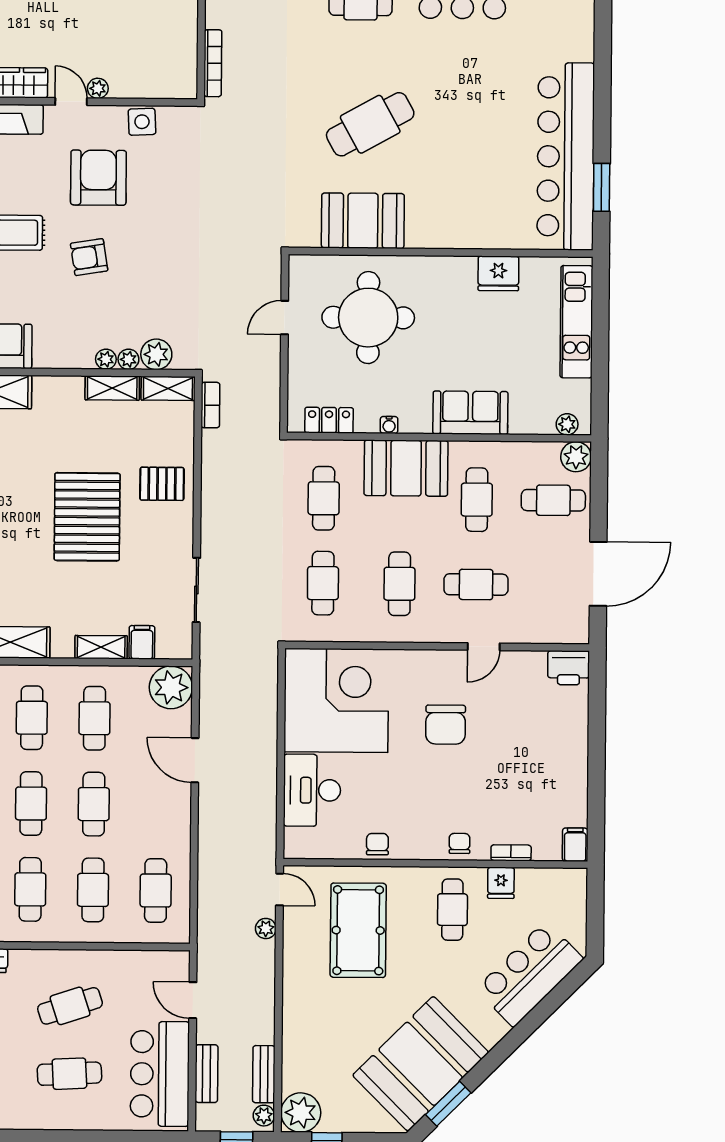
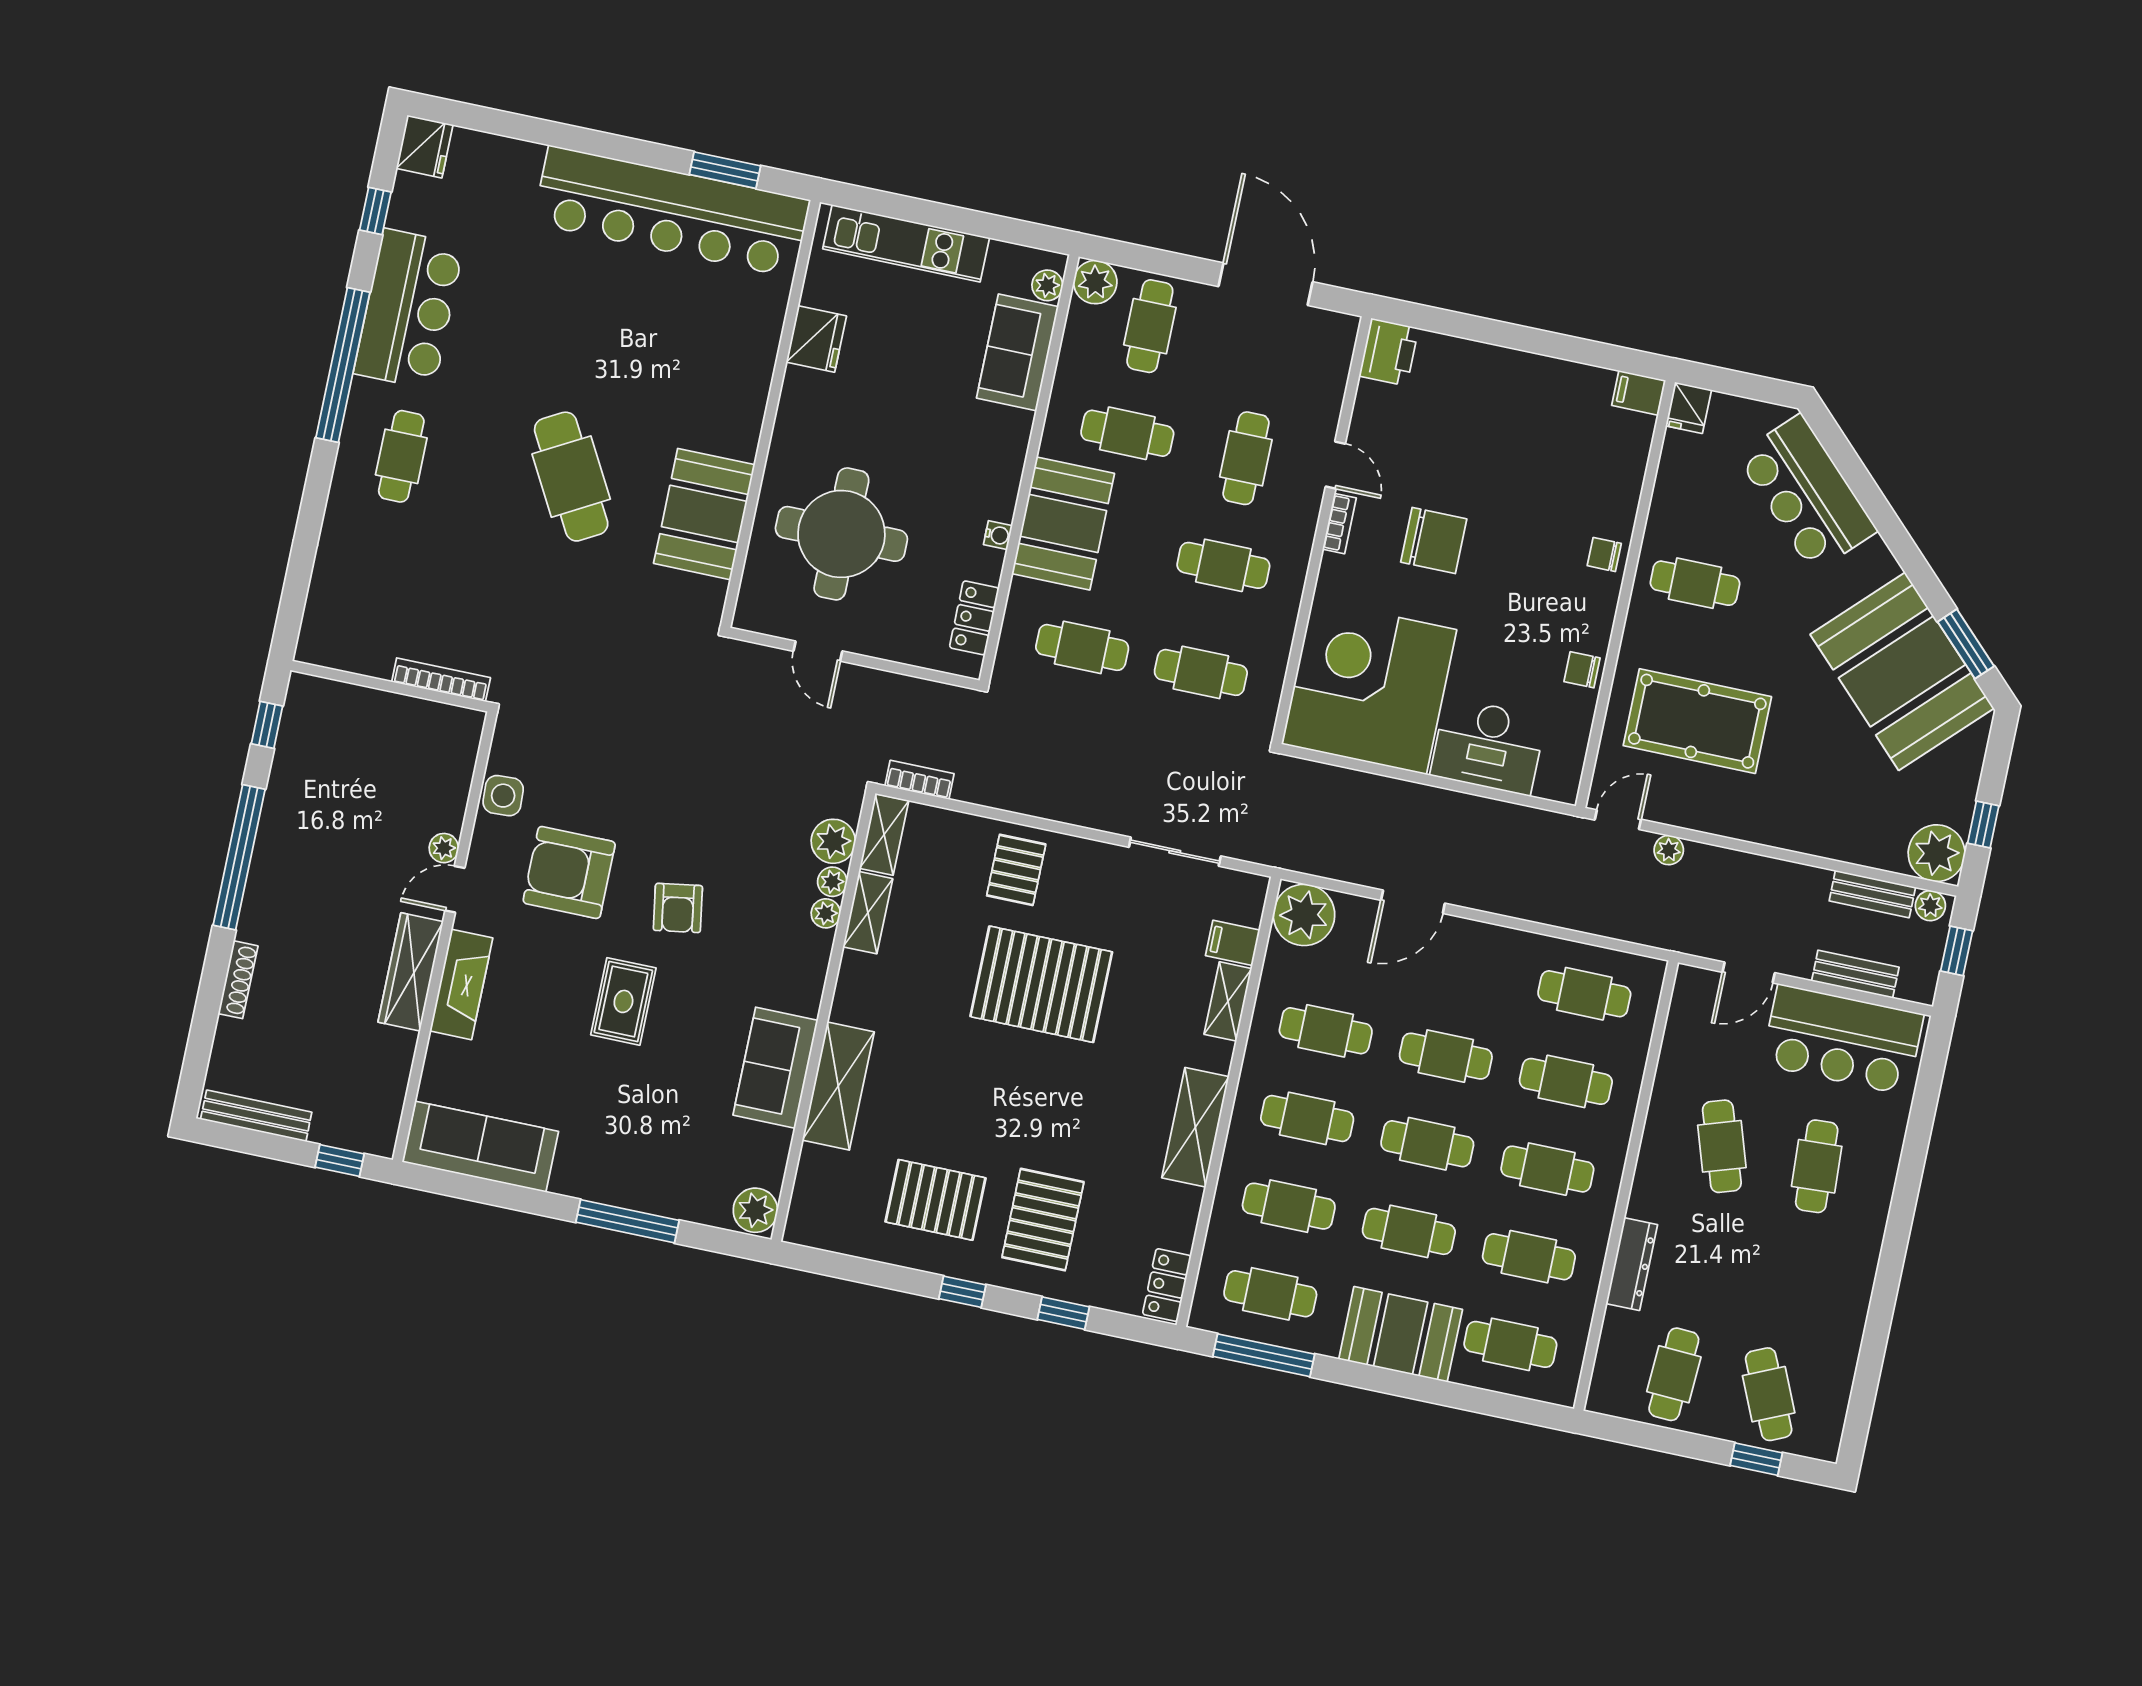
sofa: (470, 413) -> (1017, 352), moved
bookcase: (511, 853) -> (1339, 524), moved, turned 180
fridge: (501, 883) -> (1689, 408), moved, turned 90

